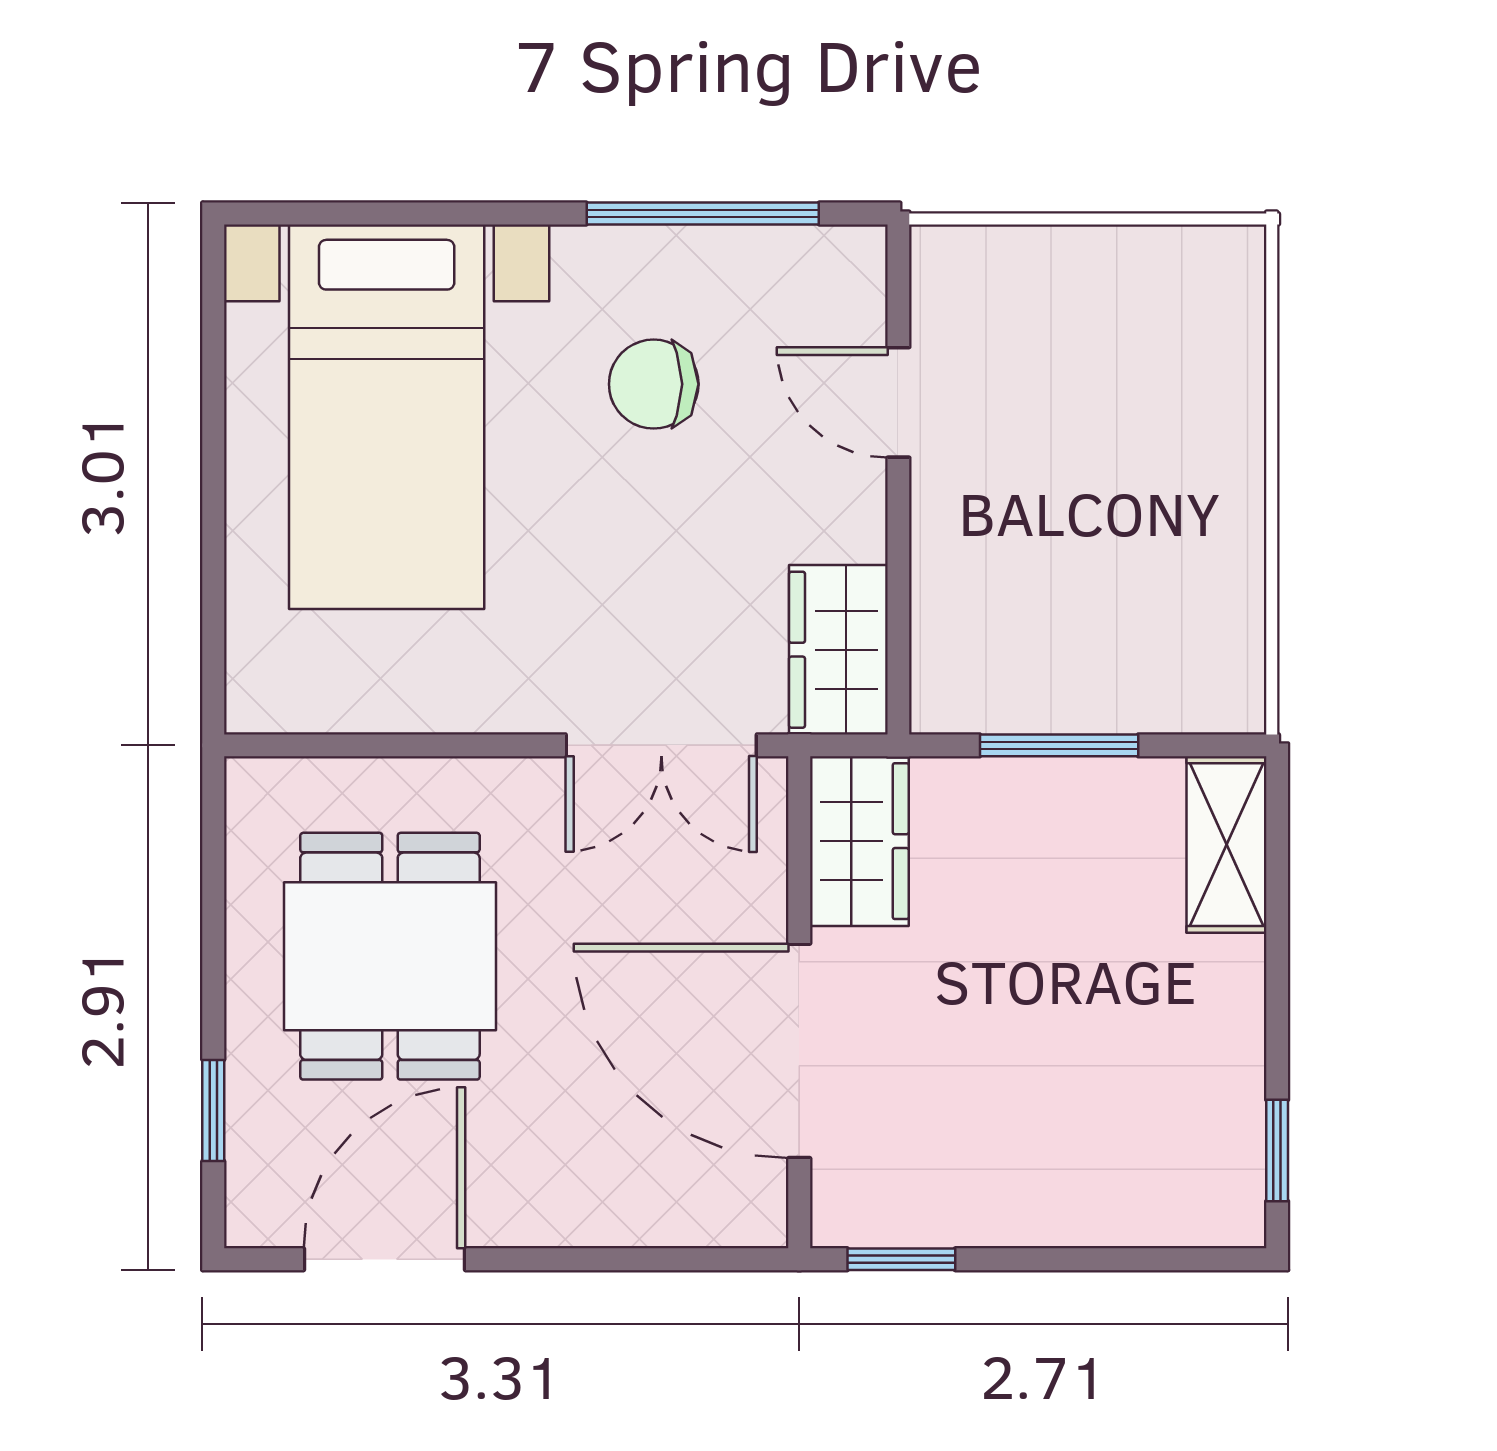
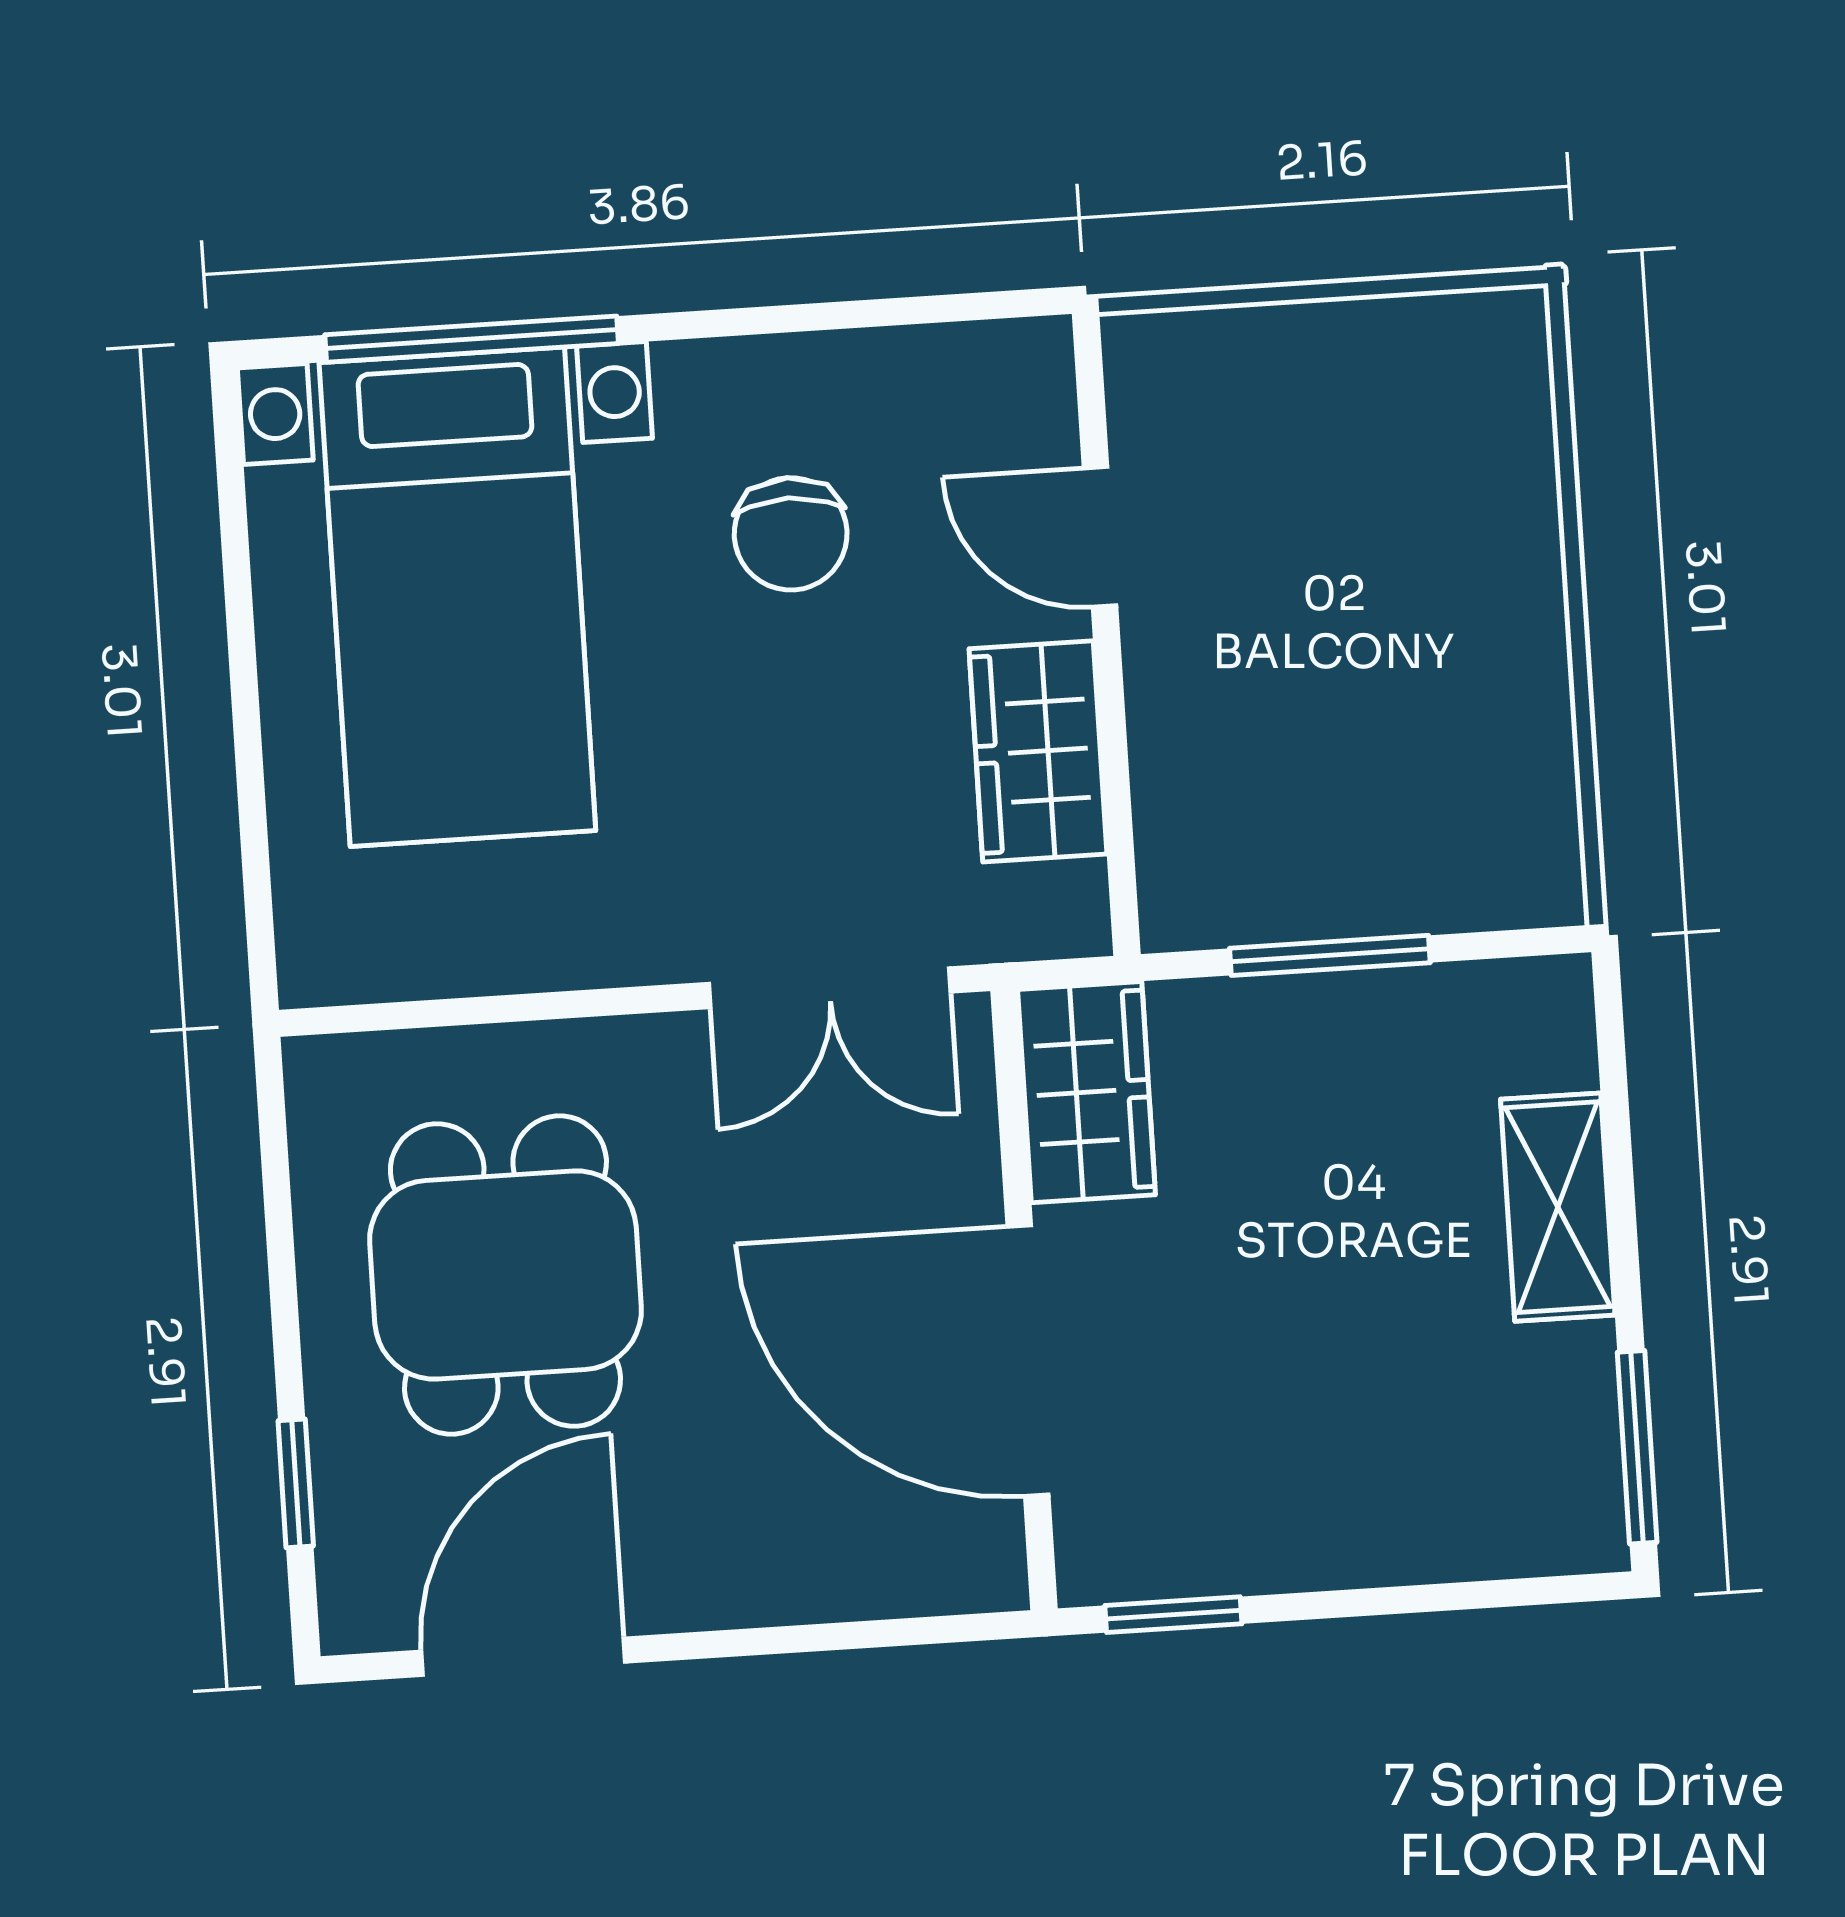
window: (703, 214) -> (472, 339), moved
chair: (654, 384) -> (791, 534), turned -90
wardrobe: (838, 650) -> (1038, 751), moved
shelving: (1226, 845) -> (1558, 1207), moved
window: (1277, 1151) -> (1637, 1447), width x1.50

